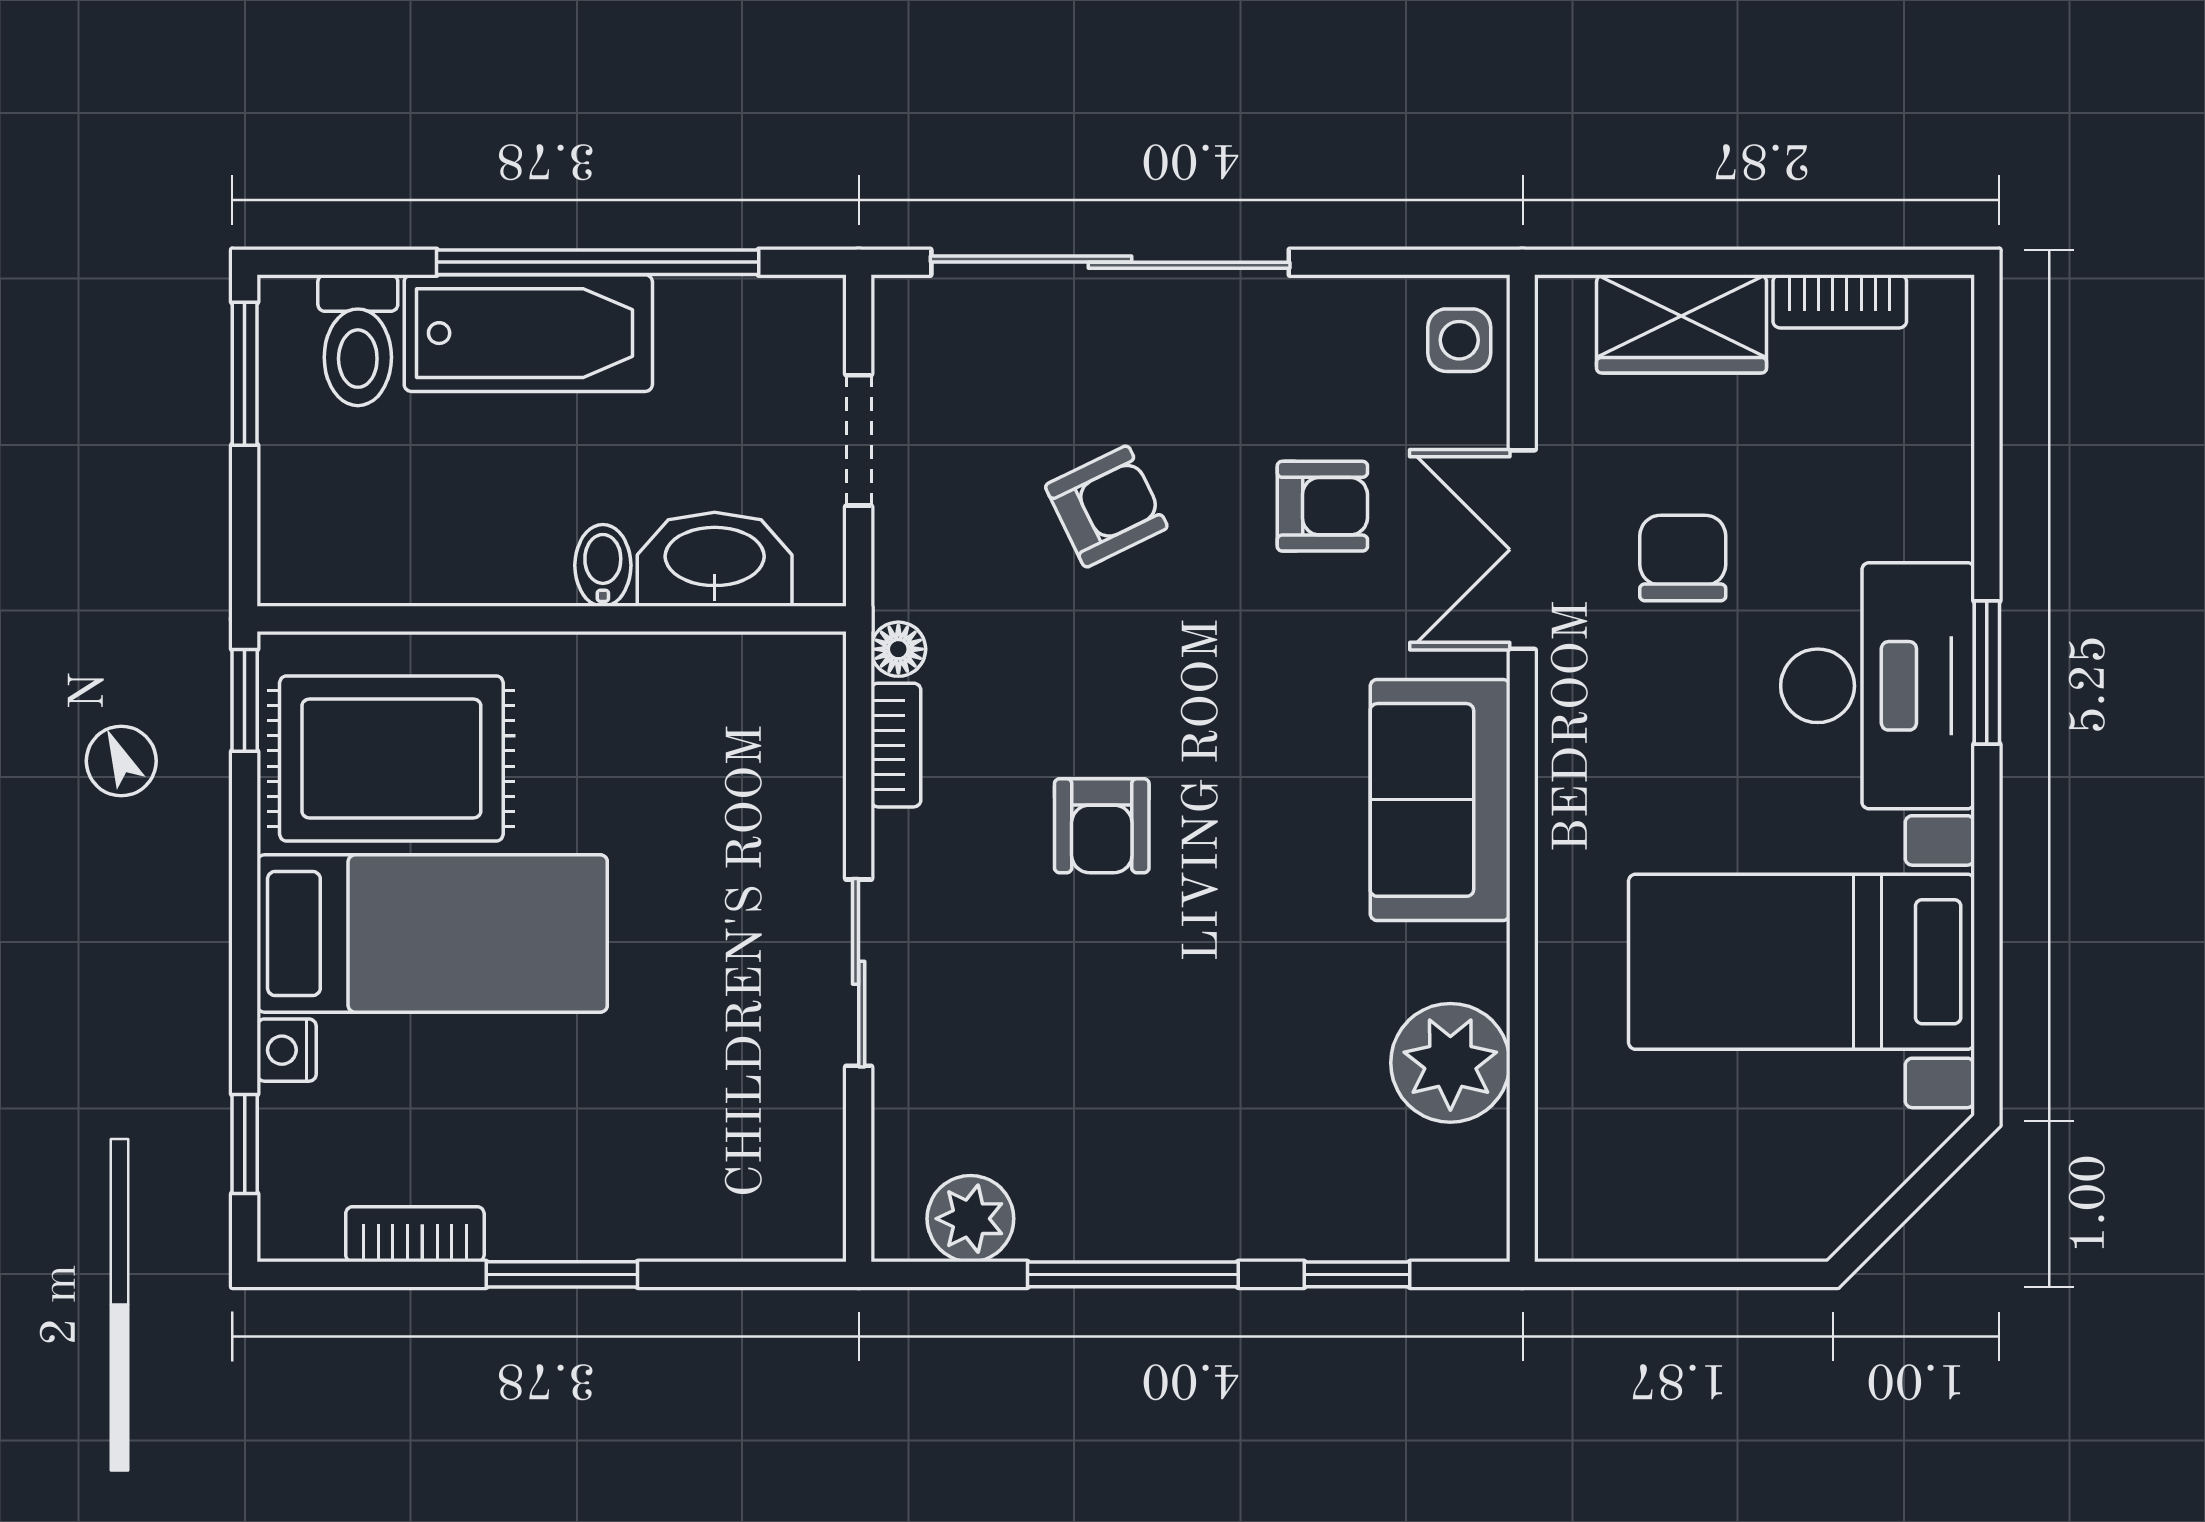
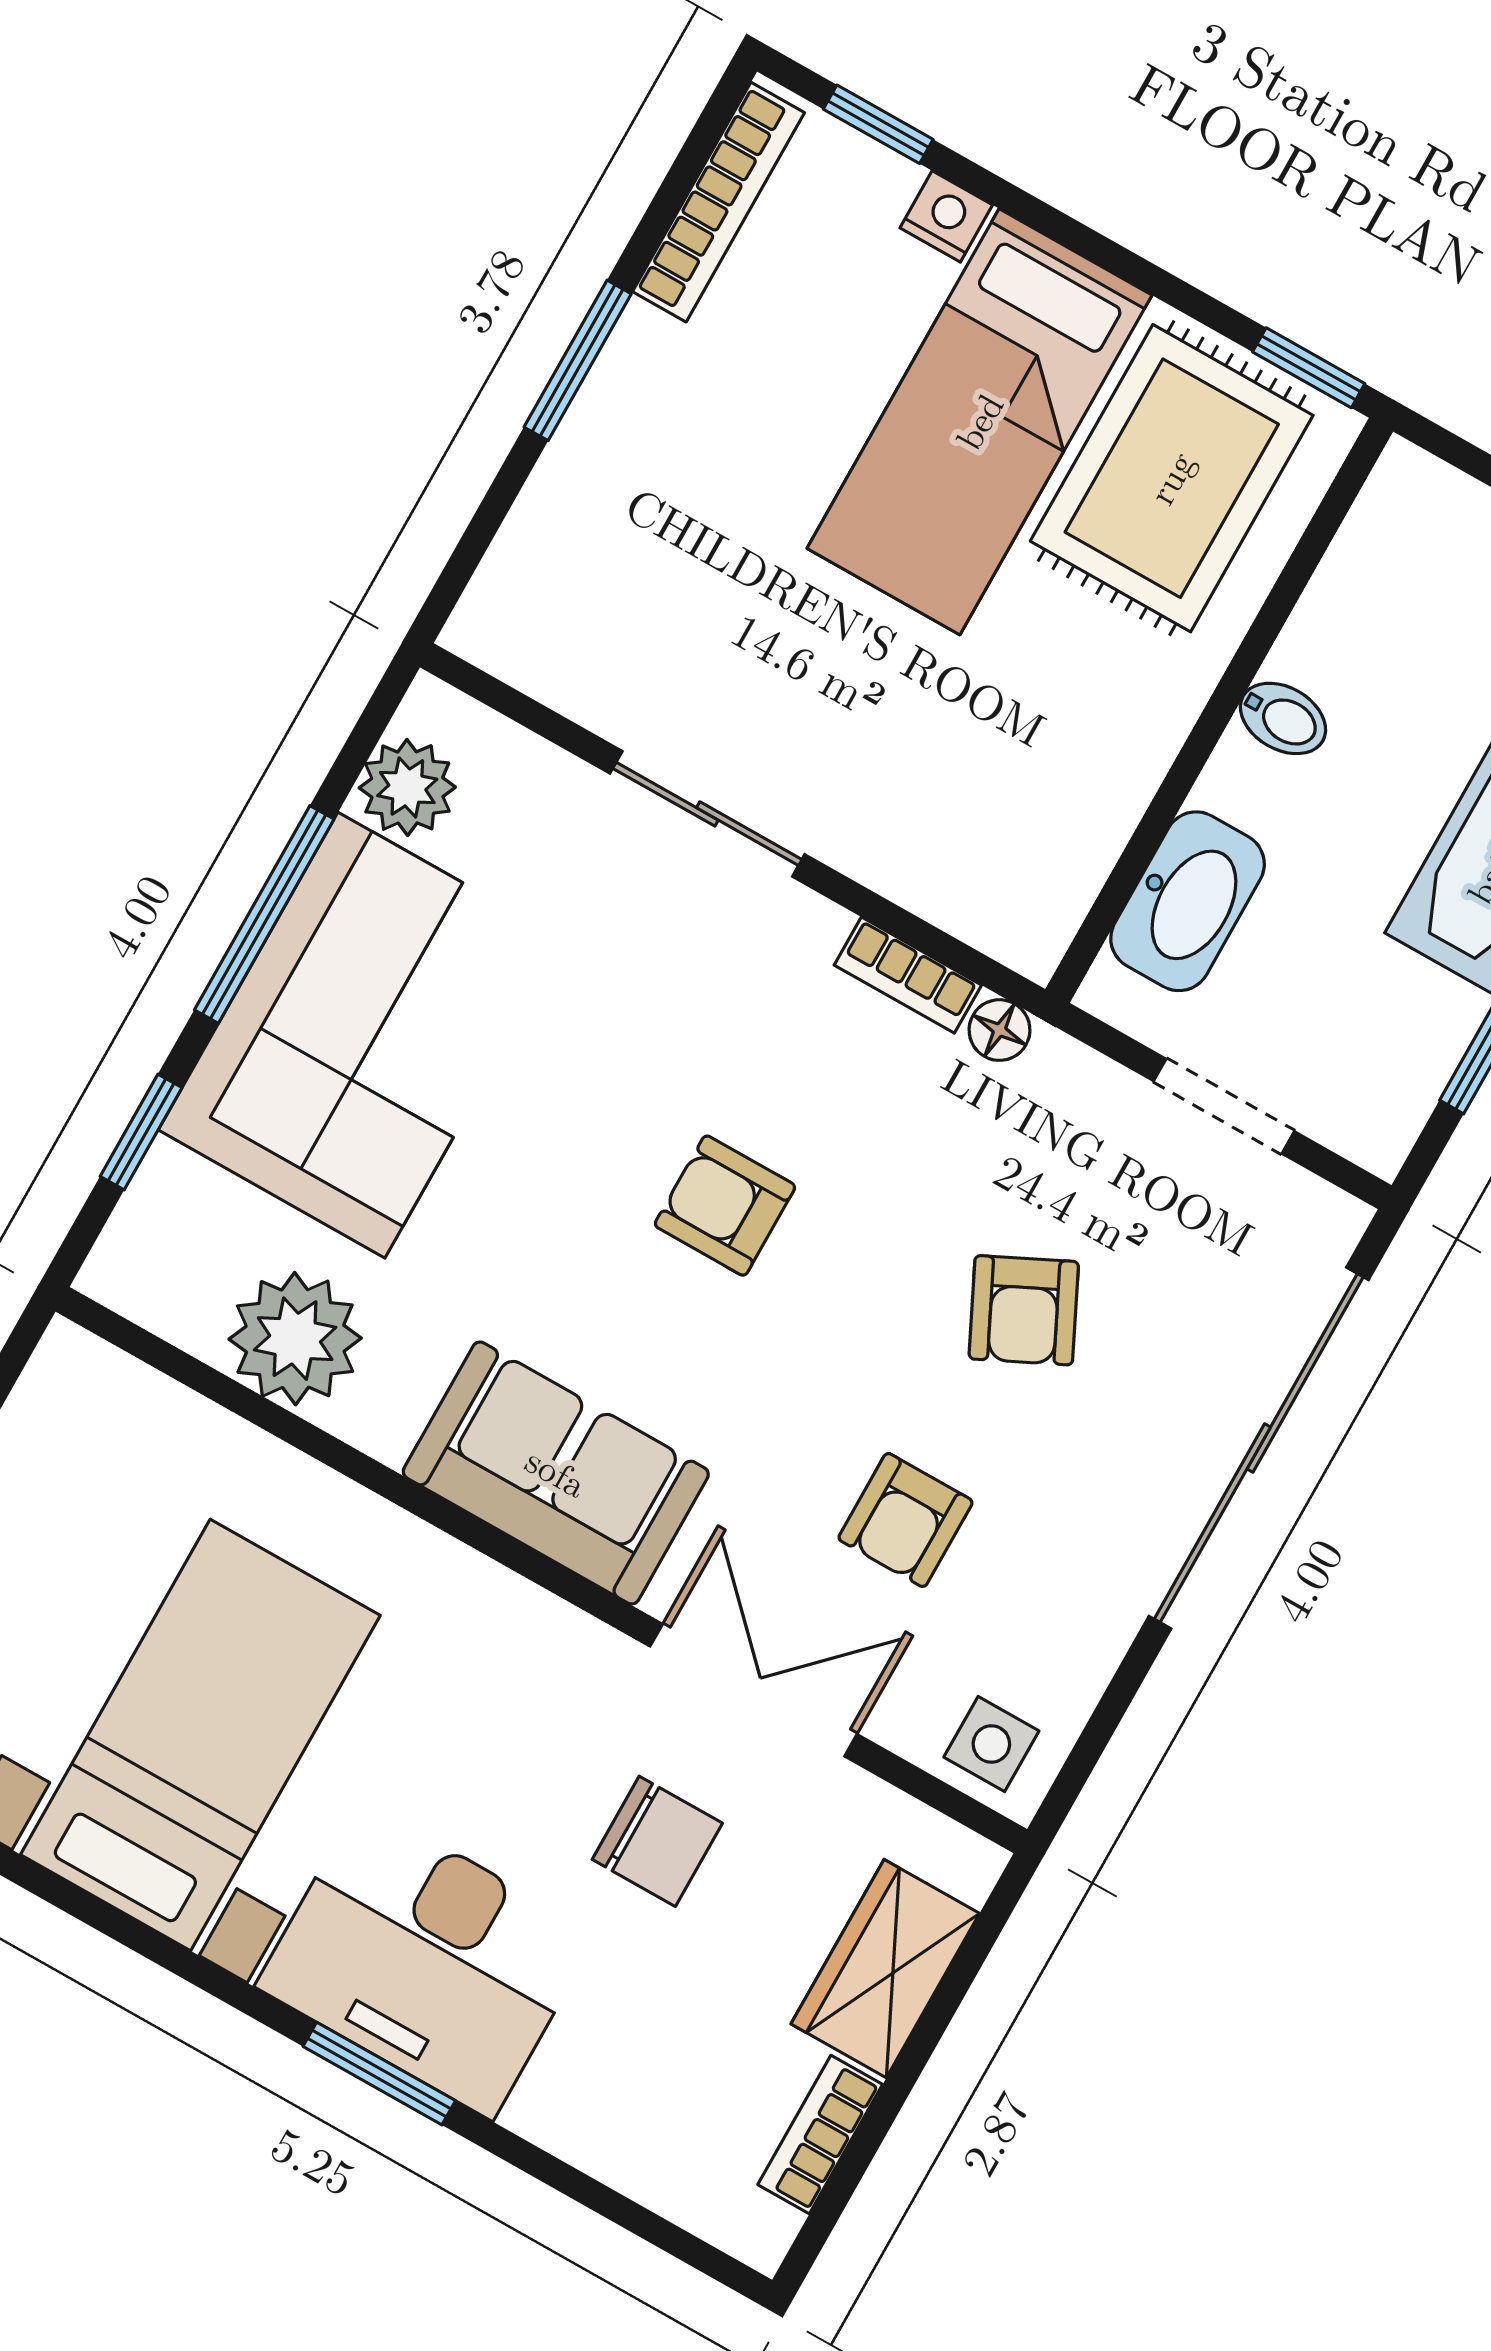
bidet: (603, 565) -> (1283, 718), moved
armchair: (1102, 826) -> (725, 1206), moved
corner sofa: (1184, 1145) -> (361, 1035), added
bookcase: (415, 1234) -> (719, 202), width x1.56

